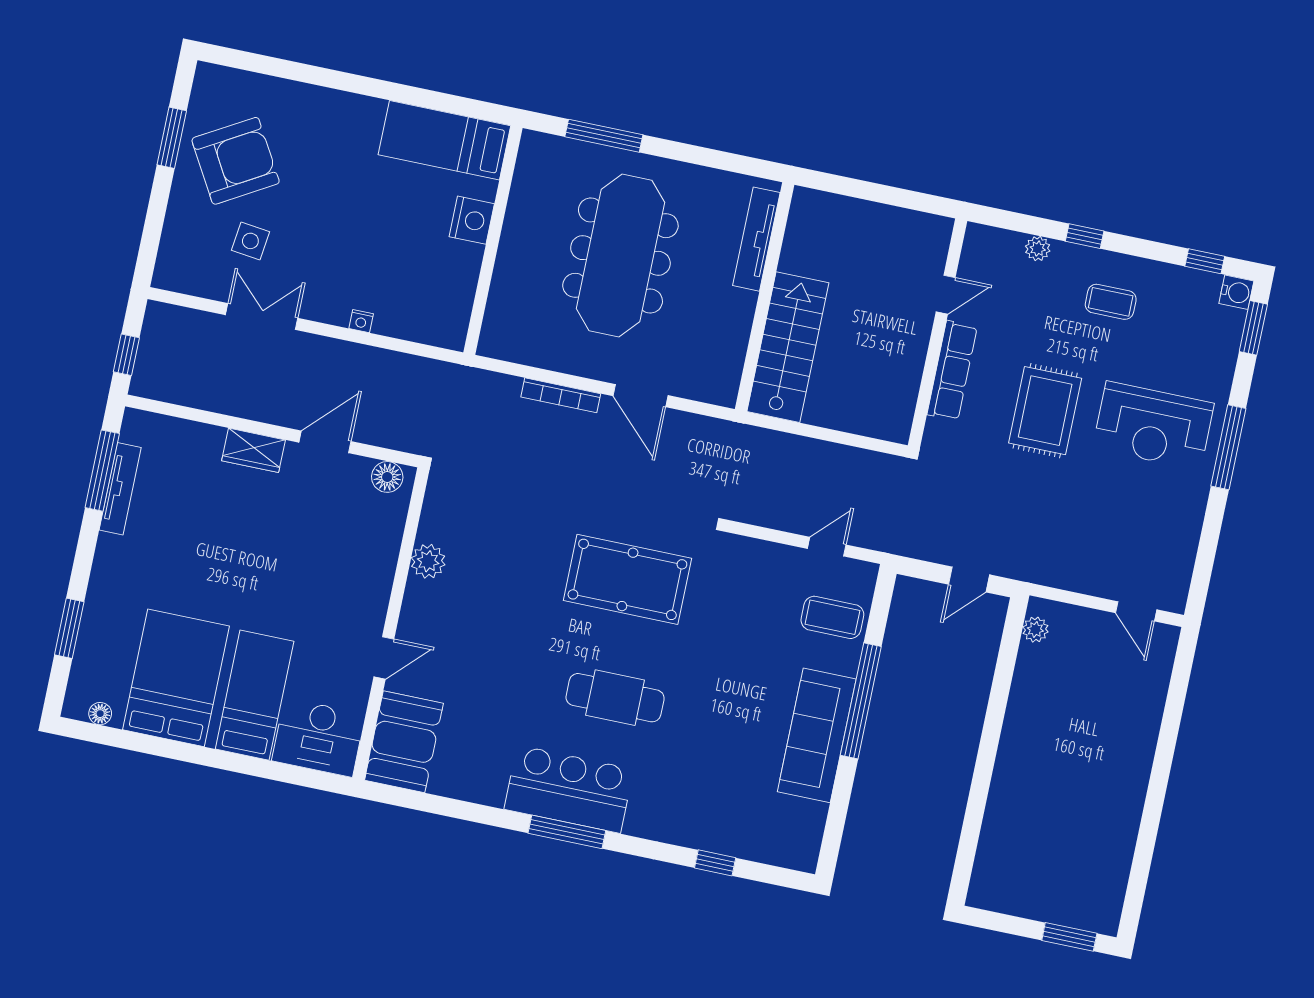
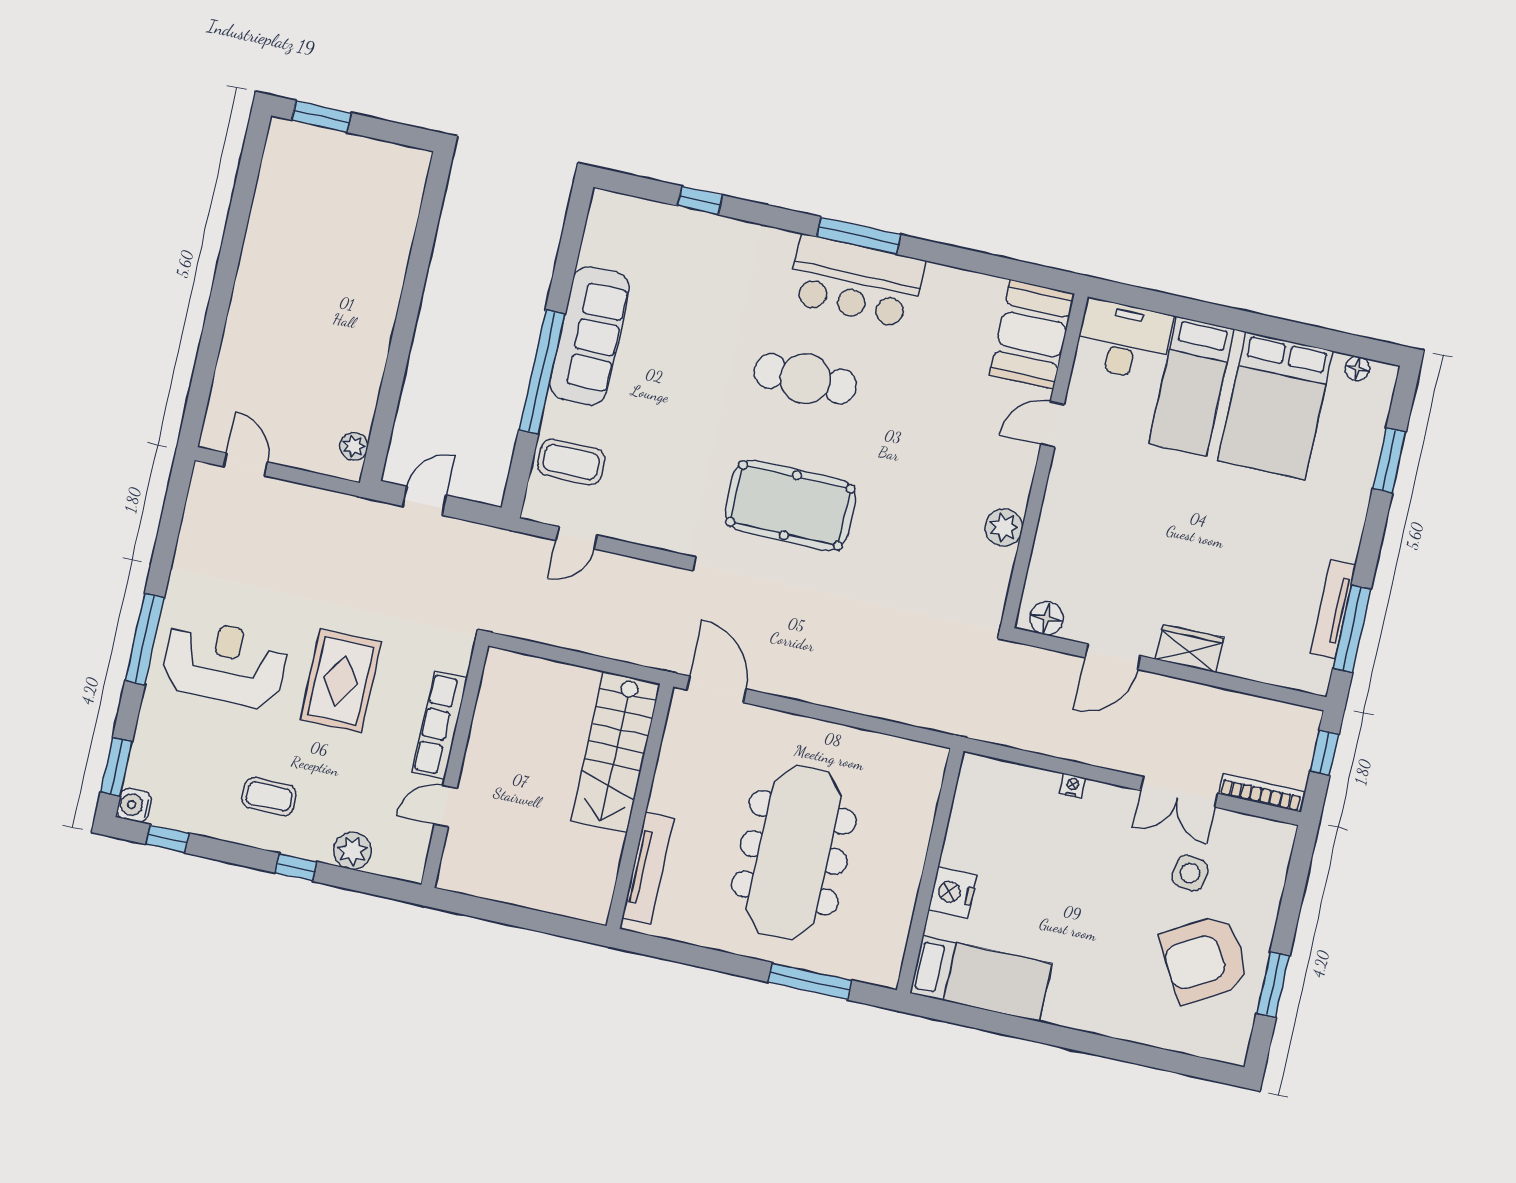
plant: (1038, 249) -> (352, 851), width x1.38, depth x1.38
bookcase: (561, 395) -> (1261, 793), moved
door: (641, 396) -> (717, 689), moved

